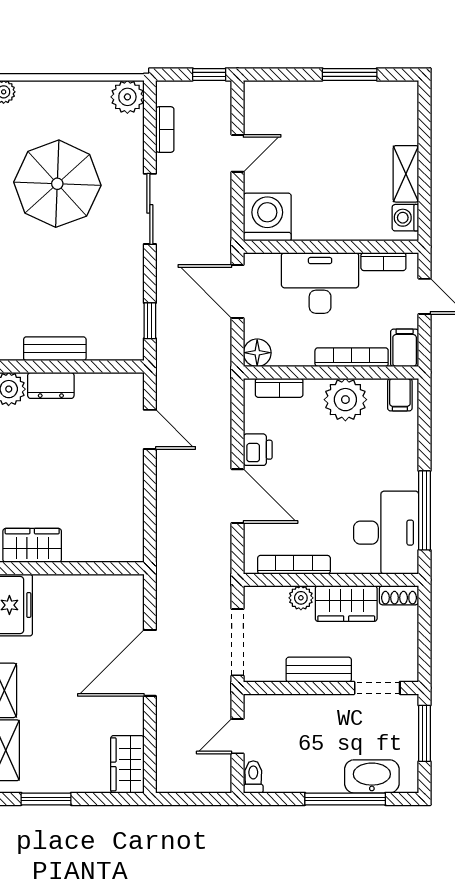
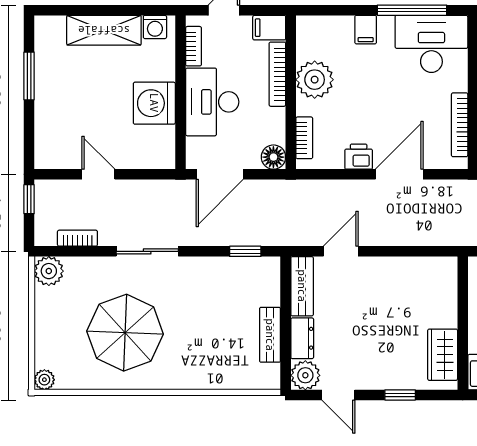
shelving: (406, 174) -> (104, 30), width x1.50, depth x1.33
washing machine: (267, 217) -> (154, 103), moved
bench: (110, 385) -> (302, 286), added
filing cabinet: (400, 395) -> (366, 30), moved, turned 90

